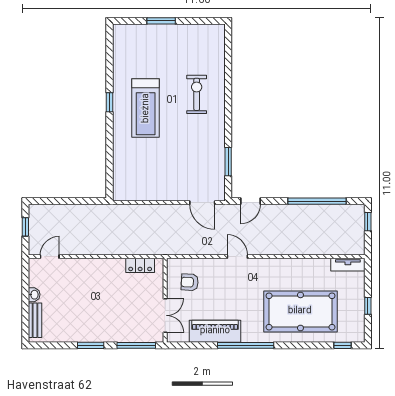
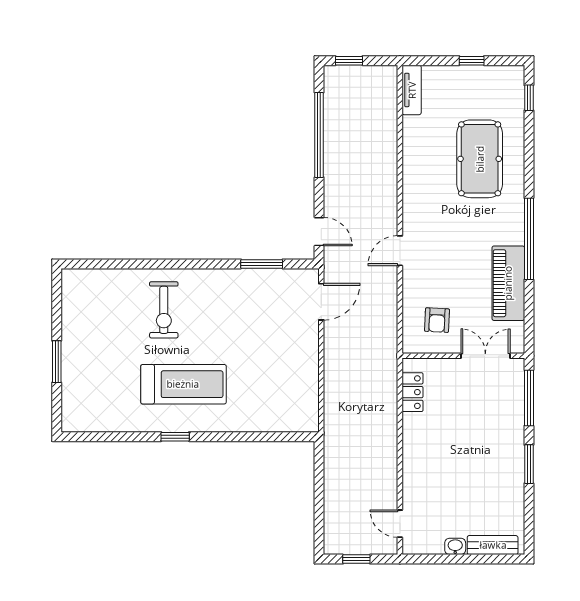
exercise bike: (197, 94) -> (164, 310), turned -90
pool table: (300, 311) -> (480, 159), width x0.73, depth x0.76

